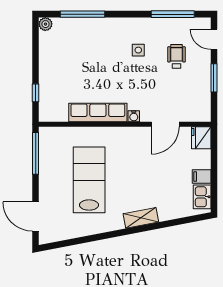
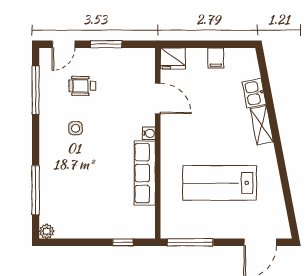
kitchen sink: (202, 197) -> (254, 93), moved, turned 79

